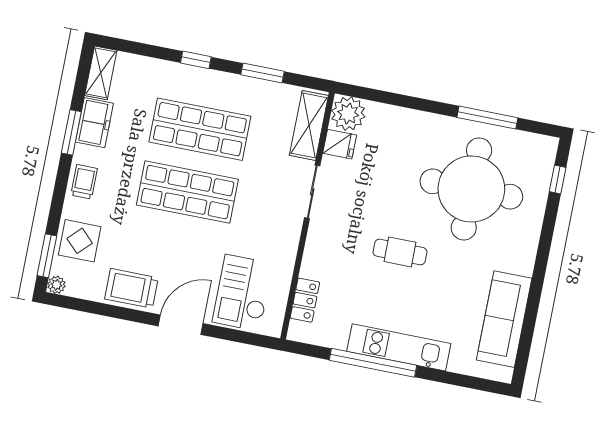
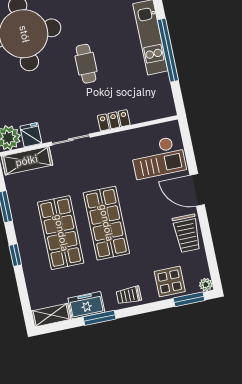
locker: (305, 300) -> (114, 120), moved

